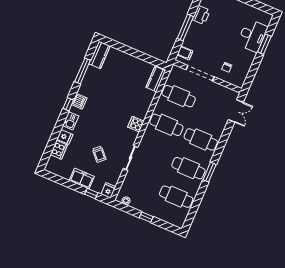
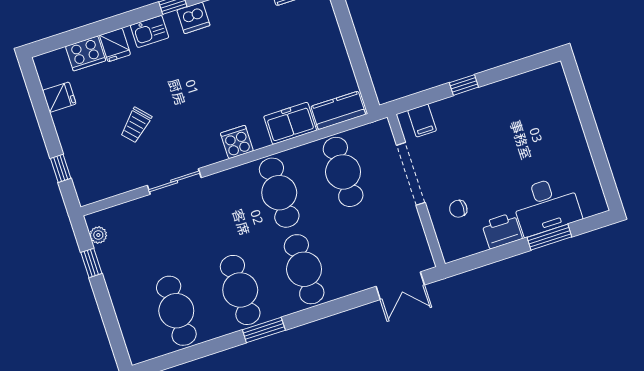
printer: (201, 15) -> (502, 231), moved, turned 180
window: (185, 27) -> (464, 85), width x0.46
freezer: (82, 179) -> (290, 123), moved, turned -90
fridge: (108, 190) -> (59, 97), moved
window: (146, 217) -> (91, 263), moved

